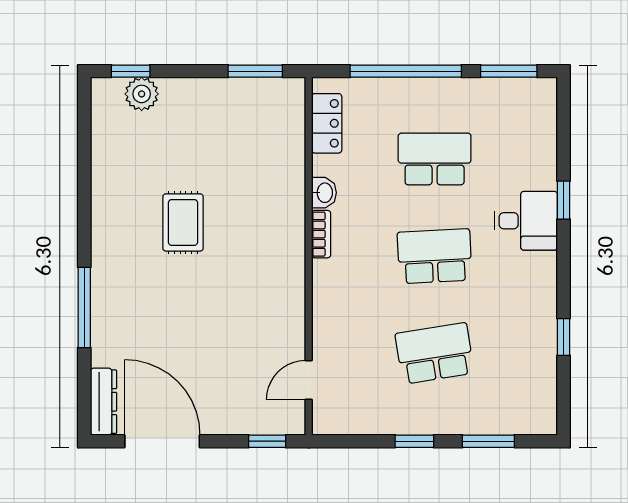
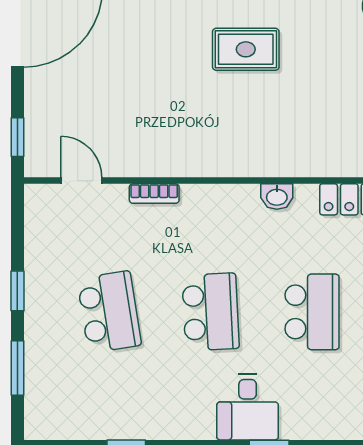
bookcase: (321, 234) -> (154, 194), moved

